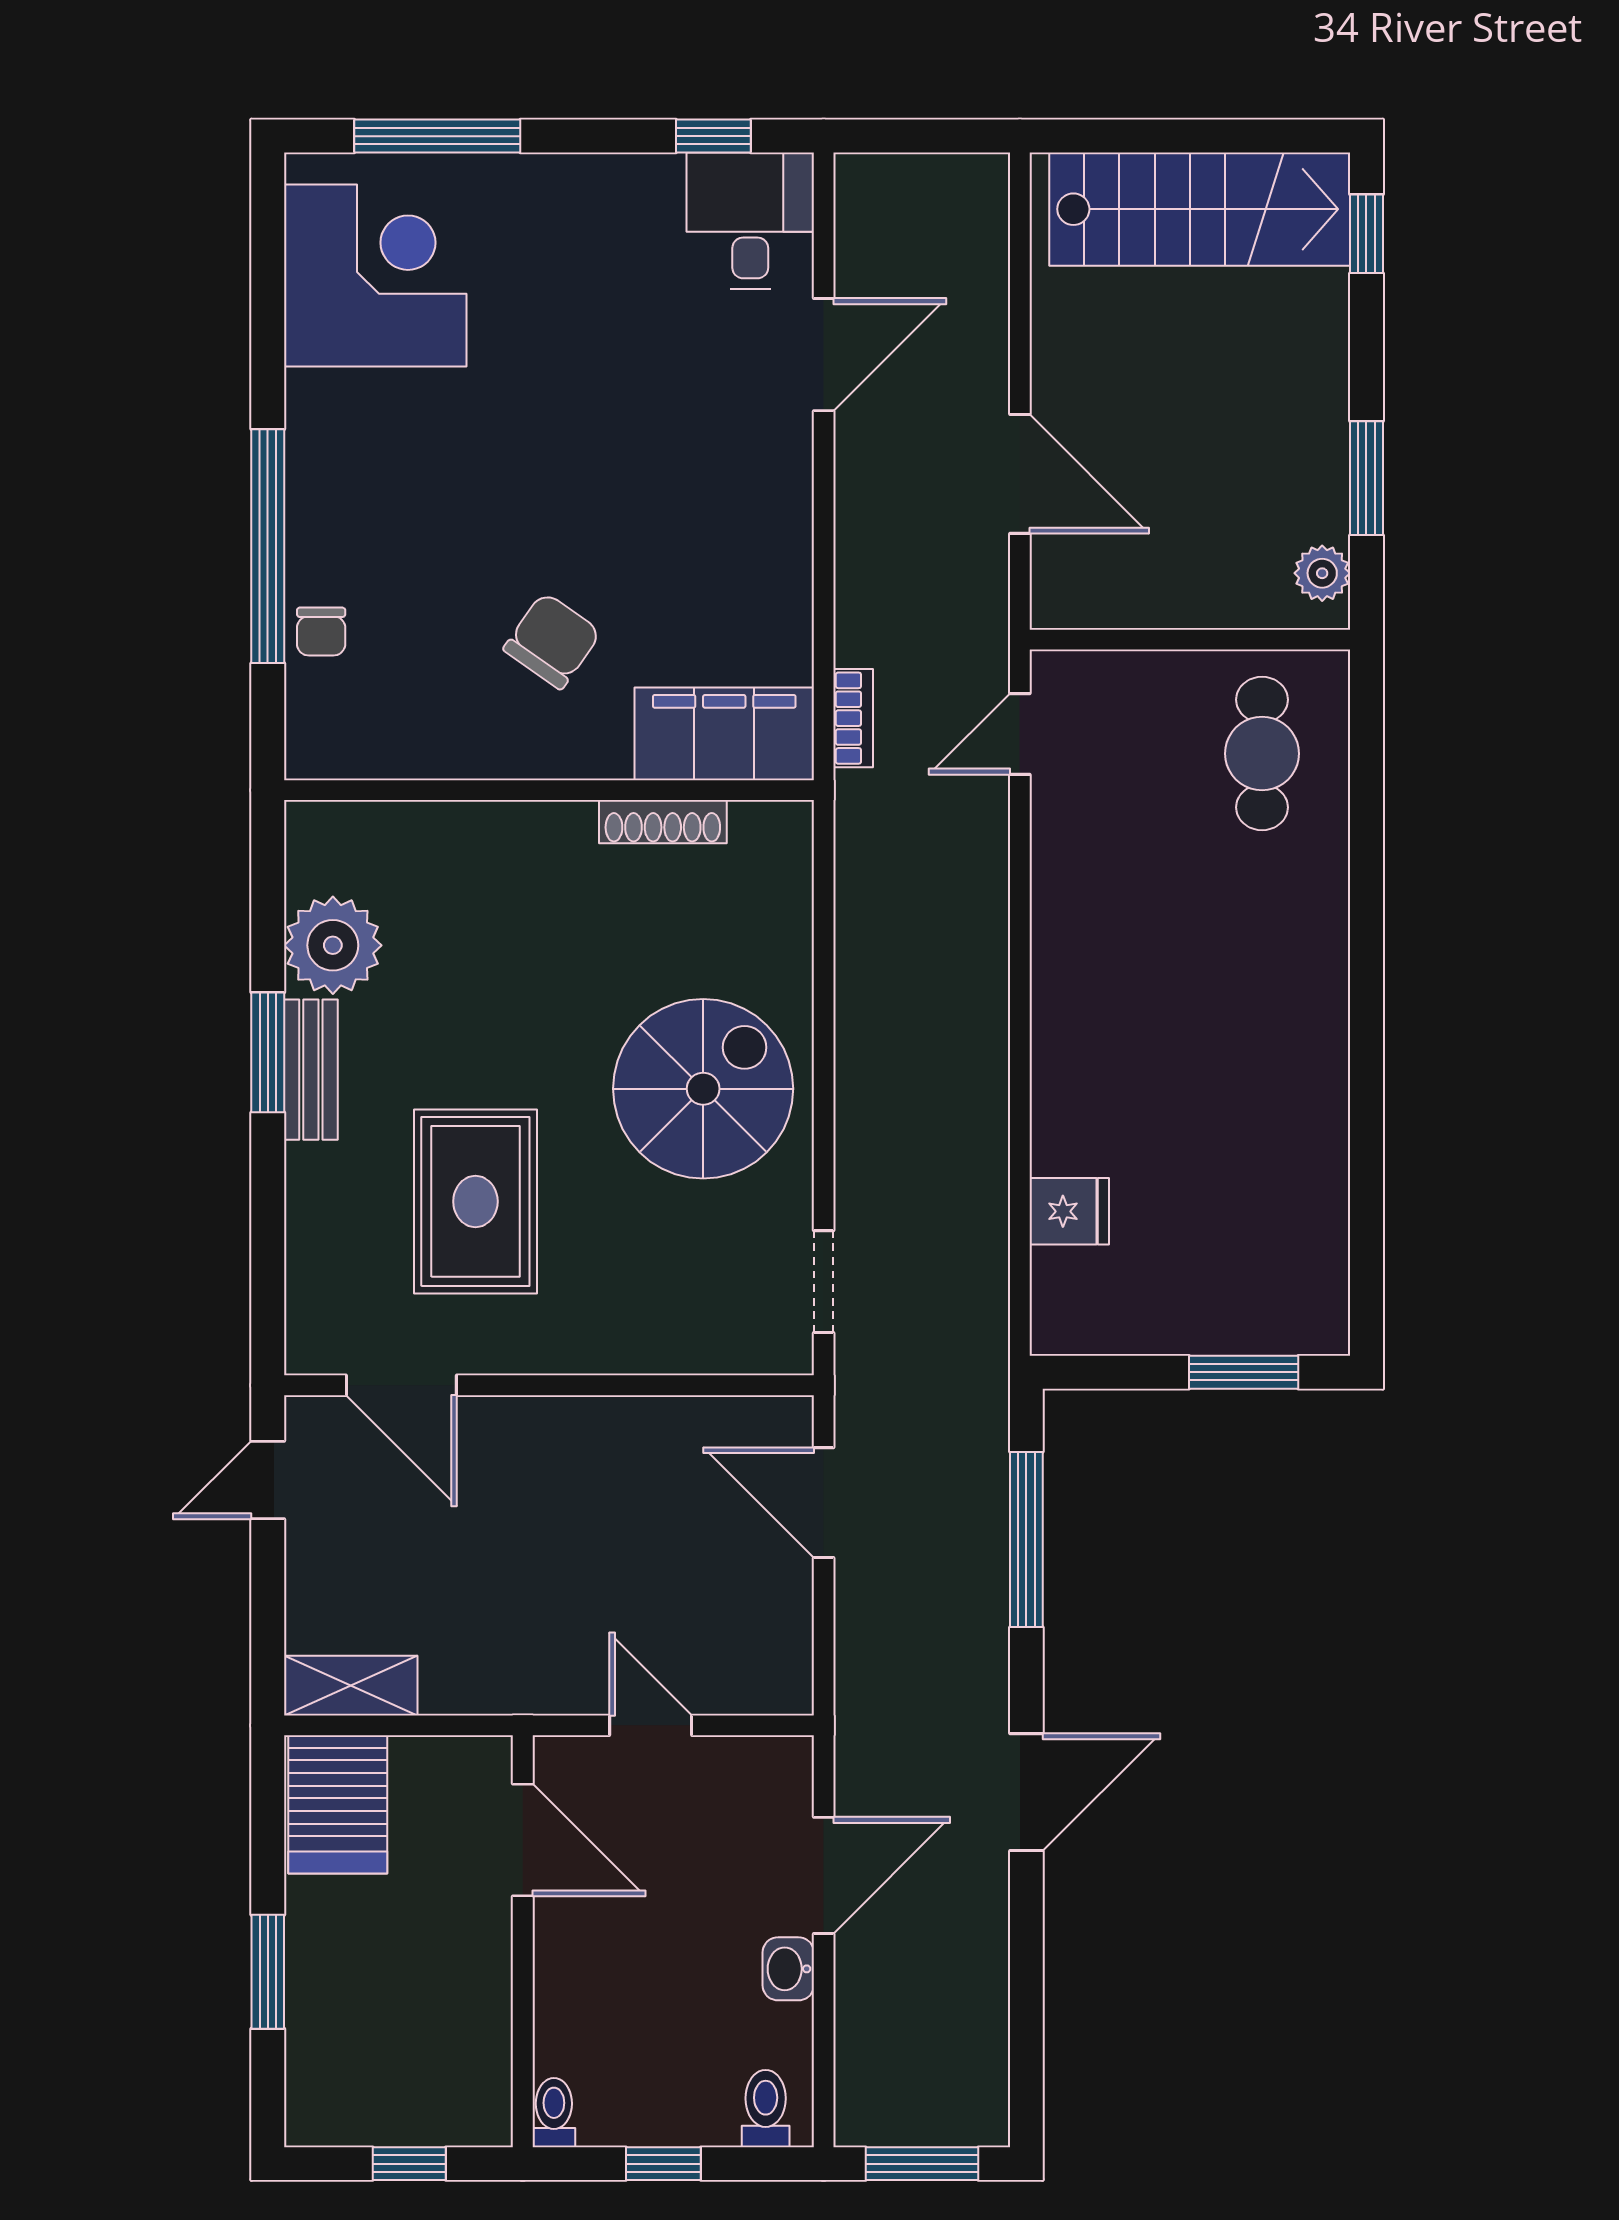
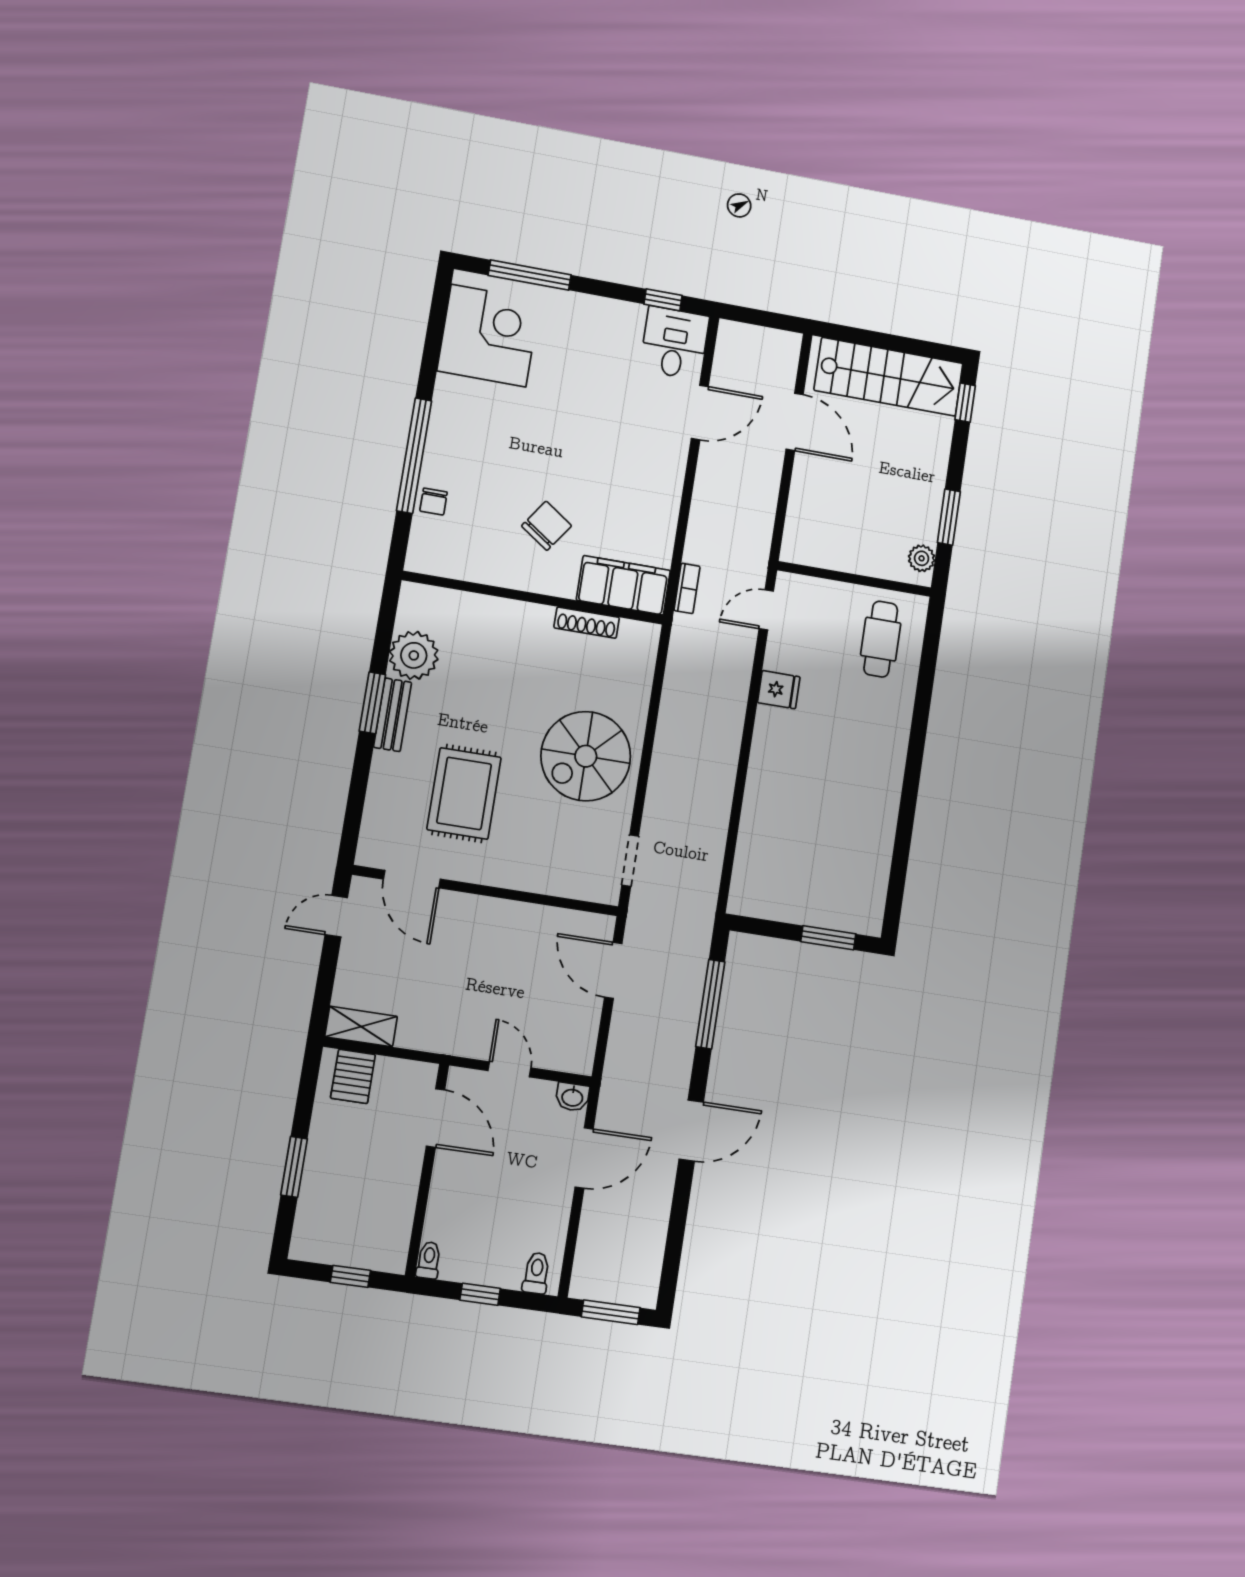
door: (1020, 474) -> (795, 422), moved
spiral stairs: (703, 1089) -> (586, 756), turned 180
fridge: (1069, 1211) -> (779, 690), moved
server rack: (338, 1804) -> (353, 1076), width x0.73, depth x0.70
washbasin: (788, 1969) -> (572, 1097), moved, turned -90

